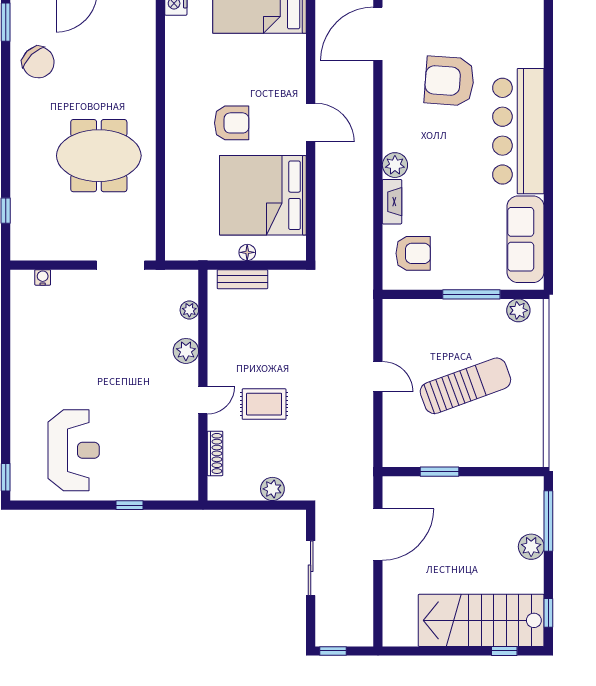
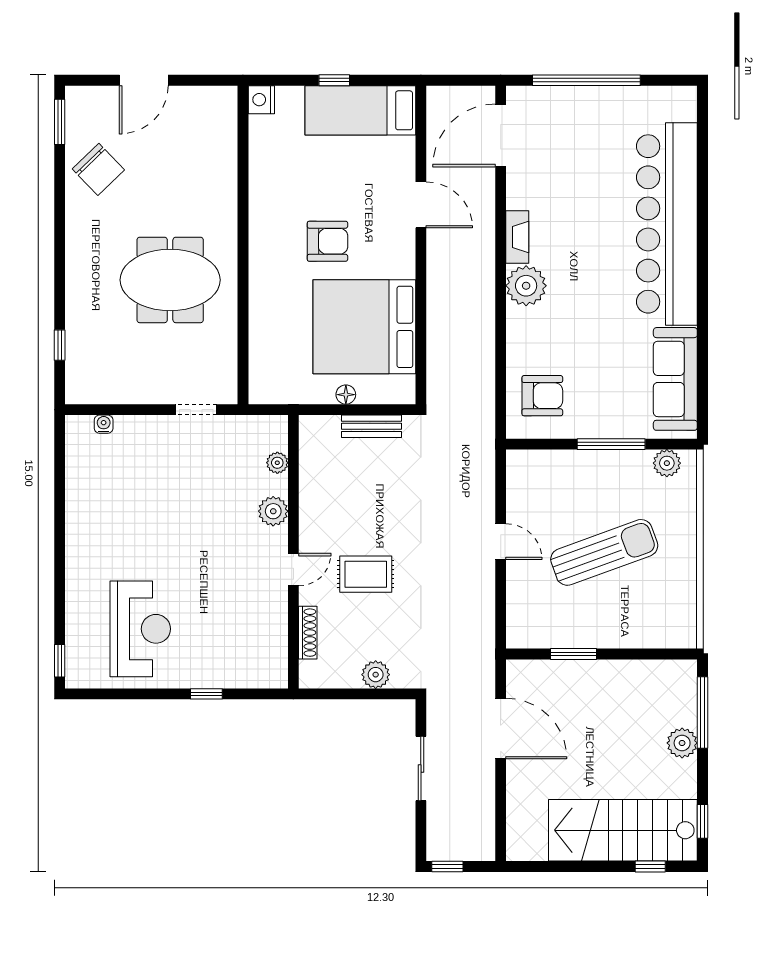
armchair: (449, 81) -> (585, 191), removed
door: (311, 122) -> (421, 205), moved
bar counter: (518, 131) -> (667, 224), width x1.36
plant: (395, 165) -> (526, 286), width x1.36, depth x1.36
fireplace: (392, 202) -> (517, 237), moved
doorway: (121, 265) -> (196, 410), width x0.73
bench: (242, 279) -> (372, 426), moved
door: (378, 534) -> (501, 729), hinge flipped

